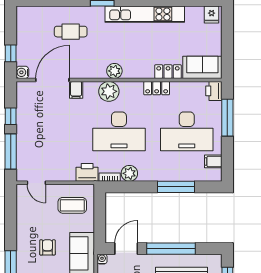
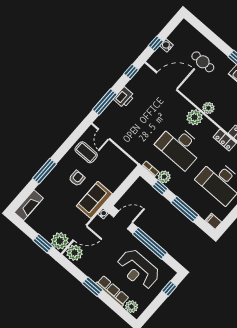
water cooler: (22, 72) -> (166, 45), moved
filing cabinet: (76, 90) -> (176, 99), removed
window: (11, 116) -> (131, 72), moved
filing cabinet: (213, 161) -> (213, 221), moved
printer: (87, 172) -> (124, 97), moved, turned 90
window: (134, 187) -> (160, 187), added
coffee table: (72, 205) -> (86, 152), moved

